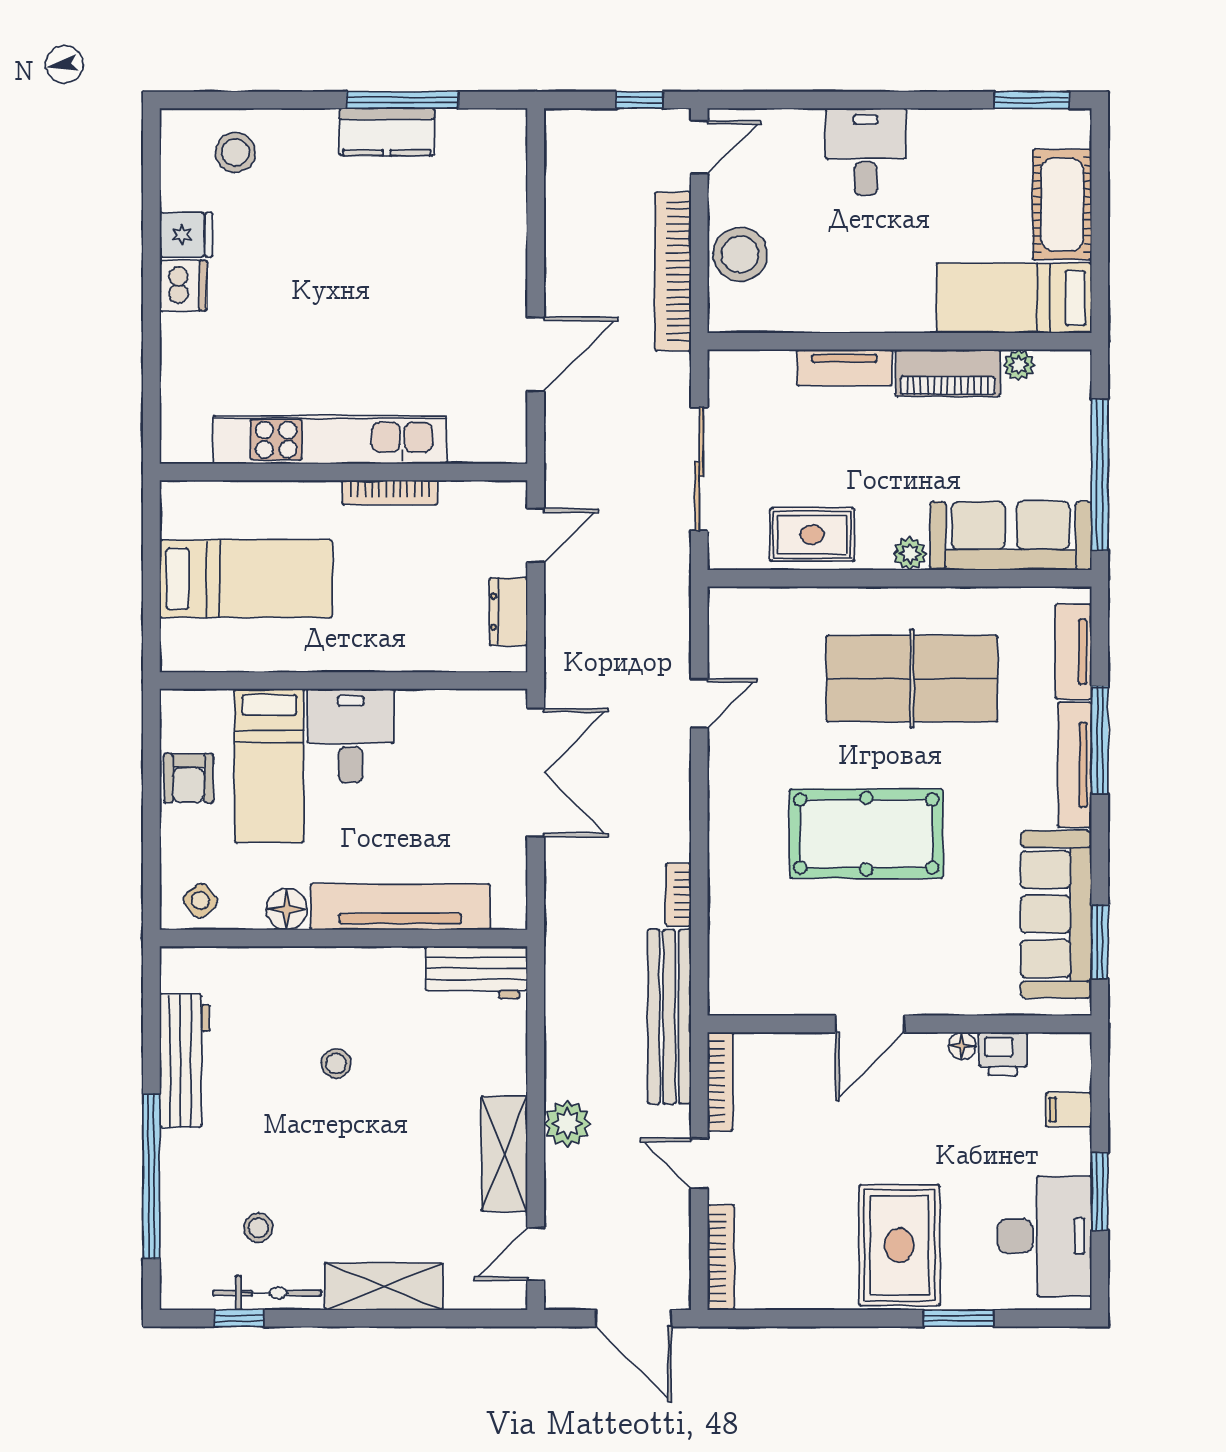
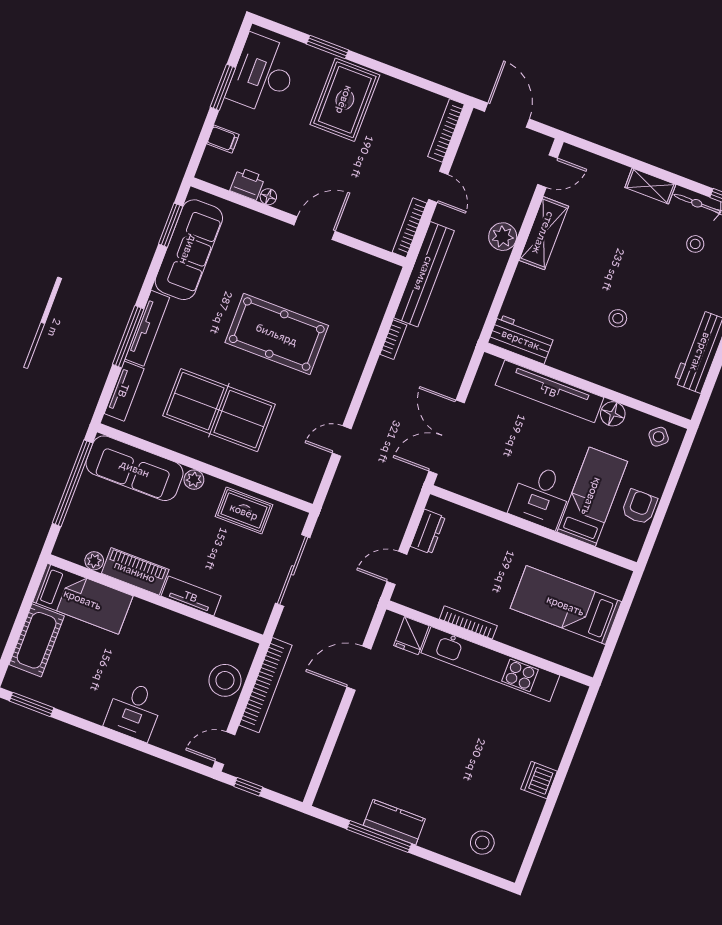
fridge: (186, 235) -> (411, 636), moved, turned -90
shelving: (384, 1286) -> (650, 186), width x0.67, depth x0.75

